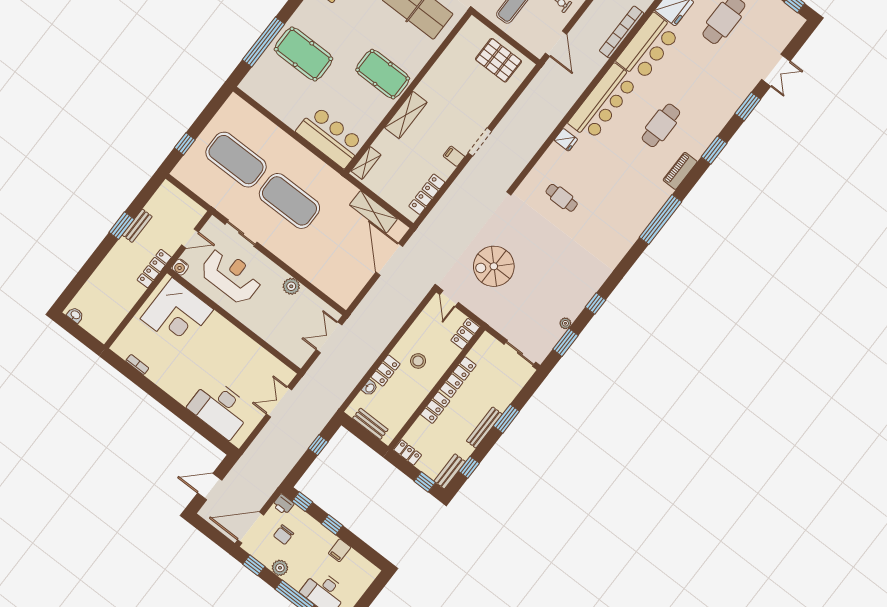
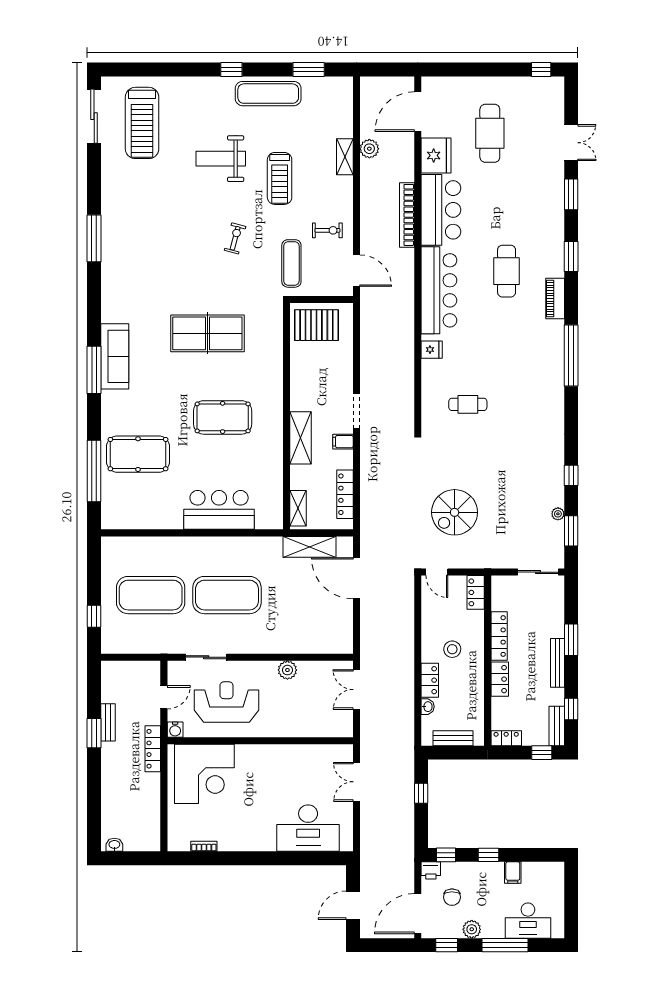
wall: (408, 92) -> (287, 416), moved
shelving: (406, 115) -> (300, 438), moved
shelving: (366, 163) -> (298, 508), moved

